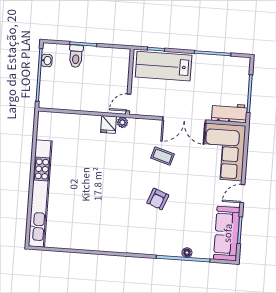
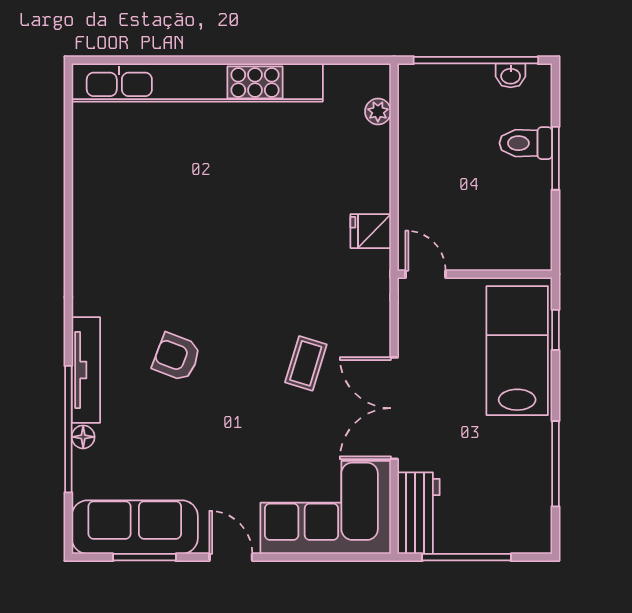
plant: (122, 122) -> (378, 112), moved
armchair: (158, 199) -> (177, 357), moved
tv unit: (159, 249) -> (86, 370), added

